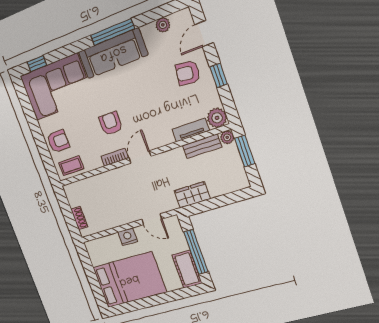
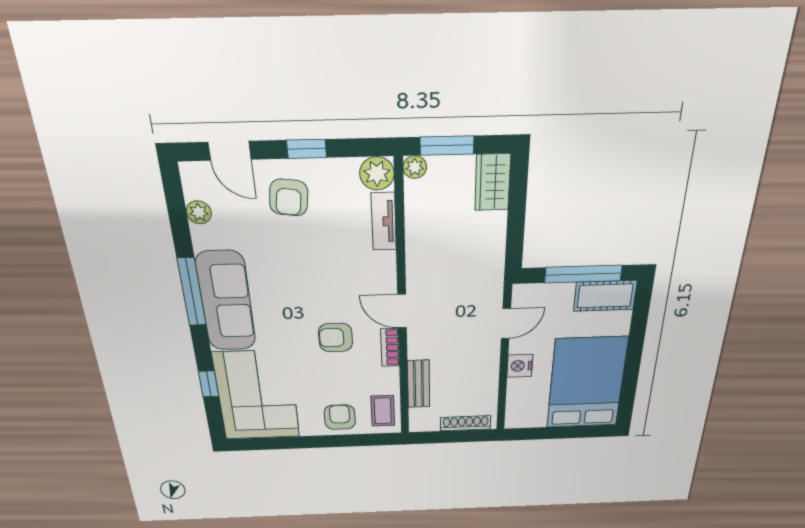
window: (37, 64) -> (209, 384), moved
bench: (202, 146) -> (419, 384), moved
wardrobe: (192, 195) -> (493, 182), moved
shoe rack: (79, 218) -> (466, 423), width x1.43

